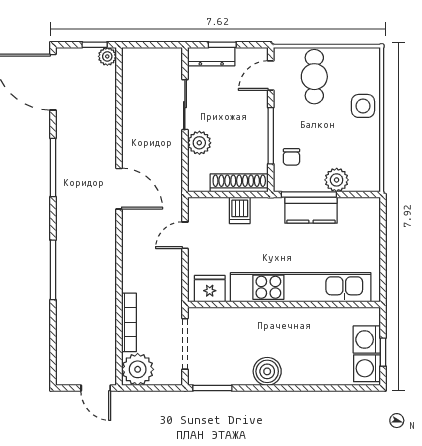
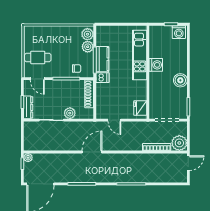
side table: (363, 106) -> (52, 34), removed
plant: (362, 179) -> (87, 34), added
dishwasher: (240, 210) -> (102, 78), moved
kitchen unit: (301, 287) -> (140, 55), width x0.73
washing machine: (367, 339) -> (156, 65), moved, turned -90

